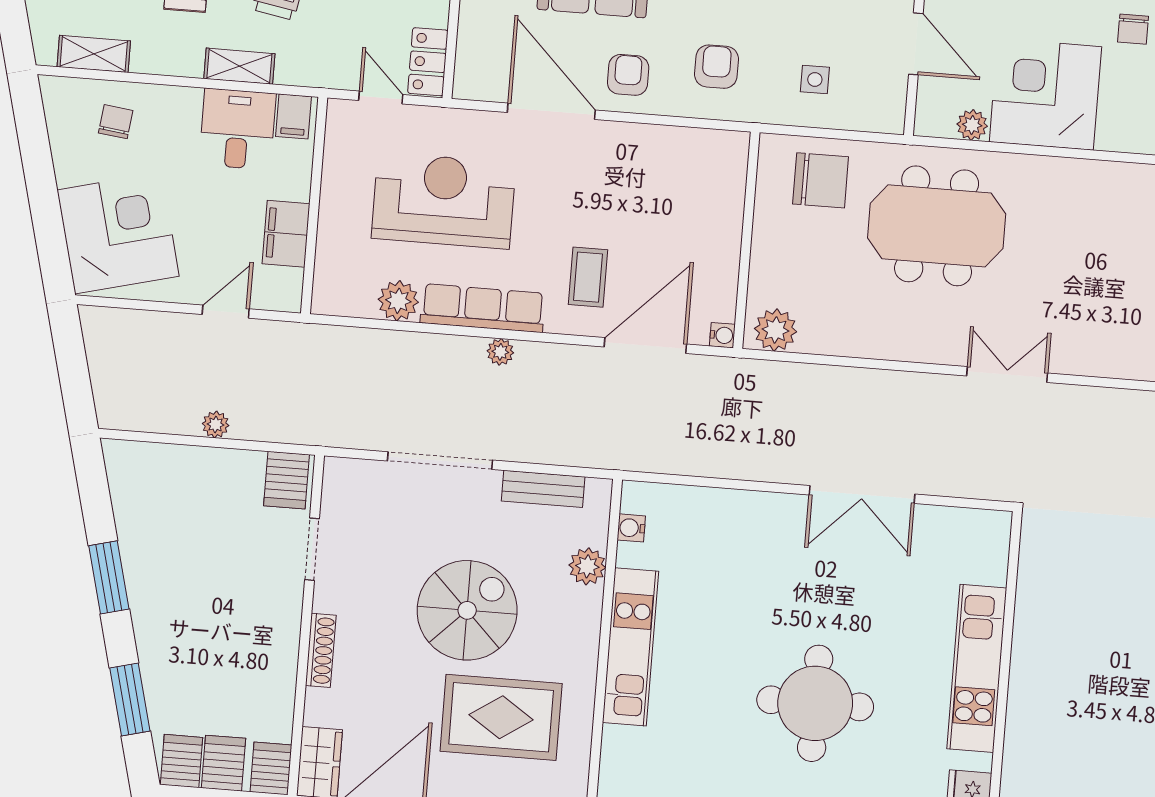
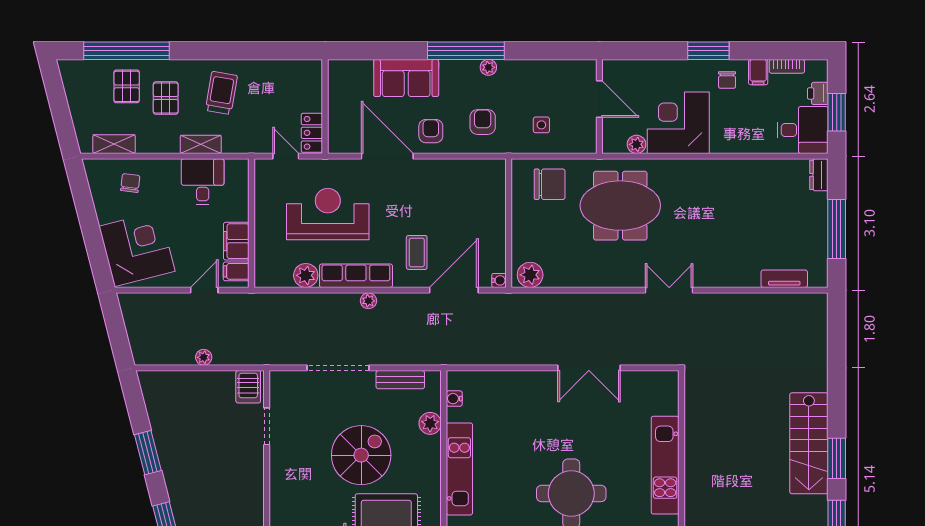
filing cabinet: (294, 116) -> (236, 271), moved, turned 90
shoe rack: (321, 650) -> (277, 486), removed

